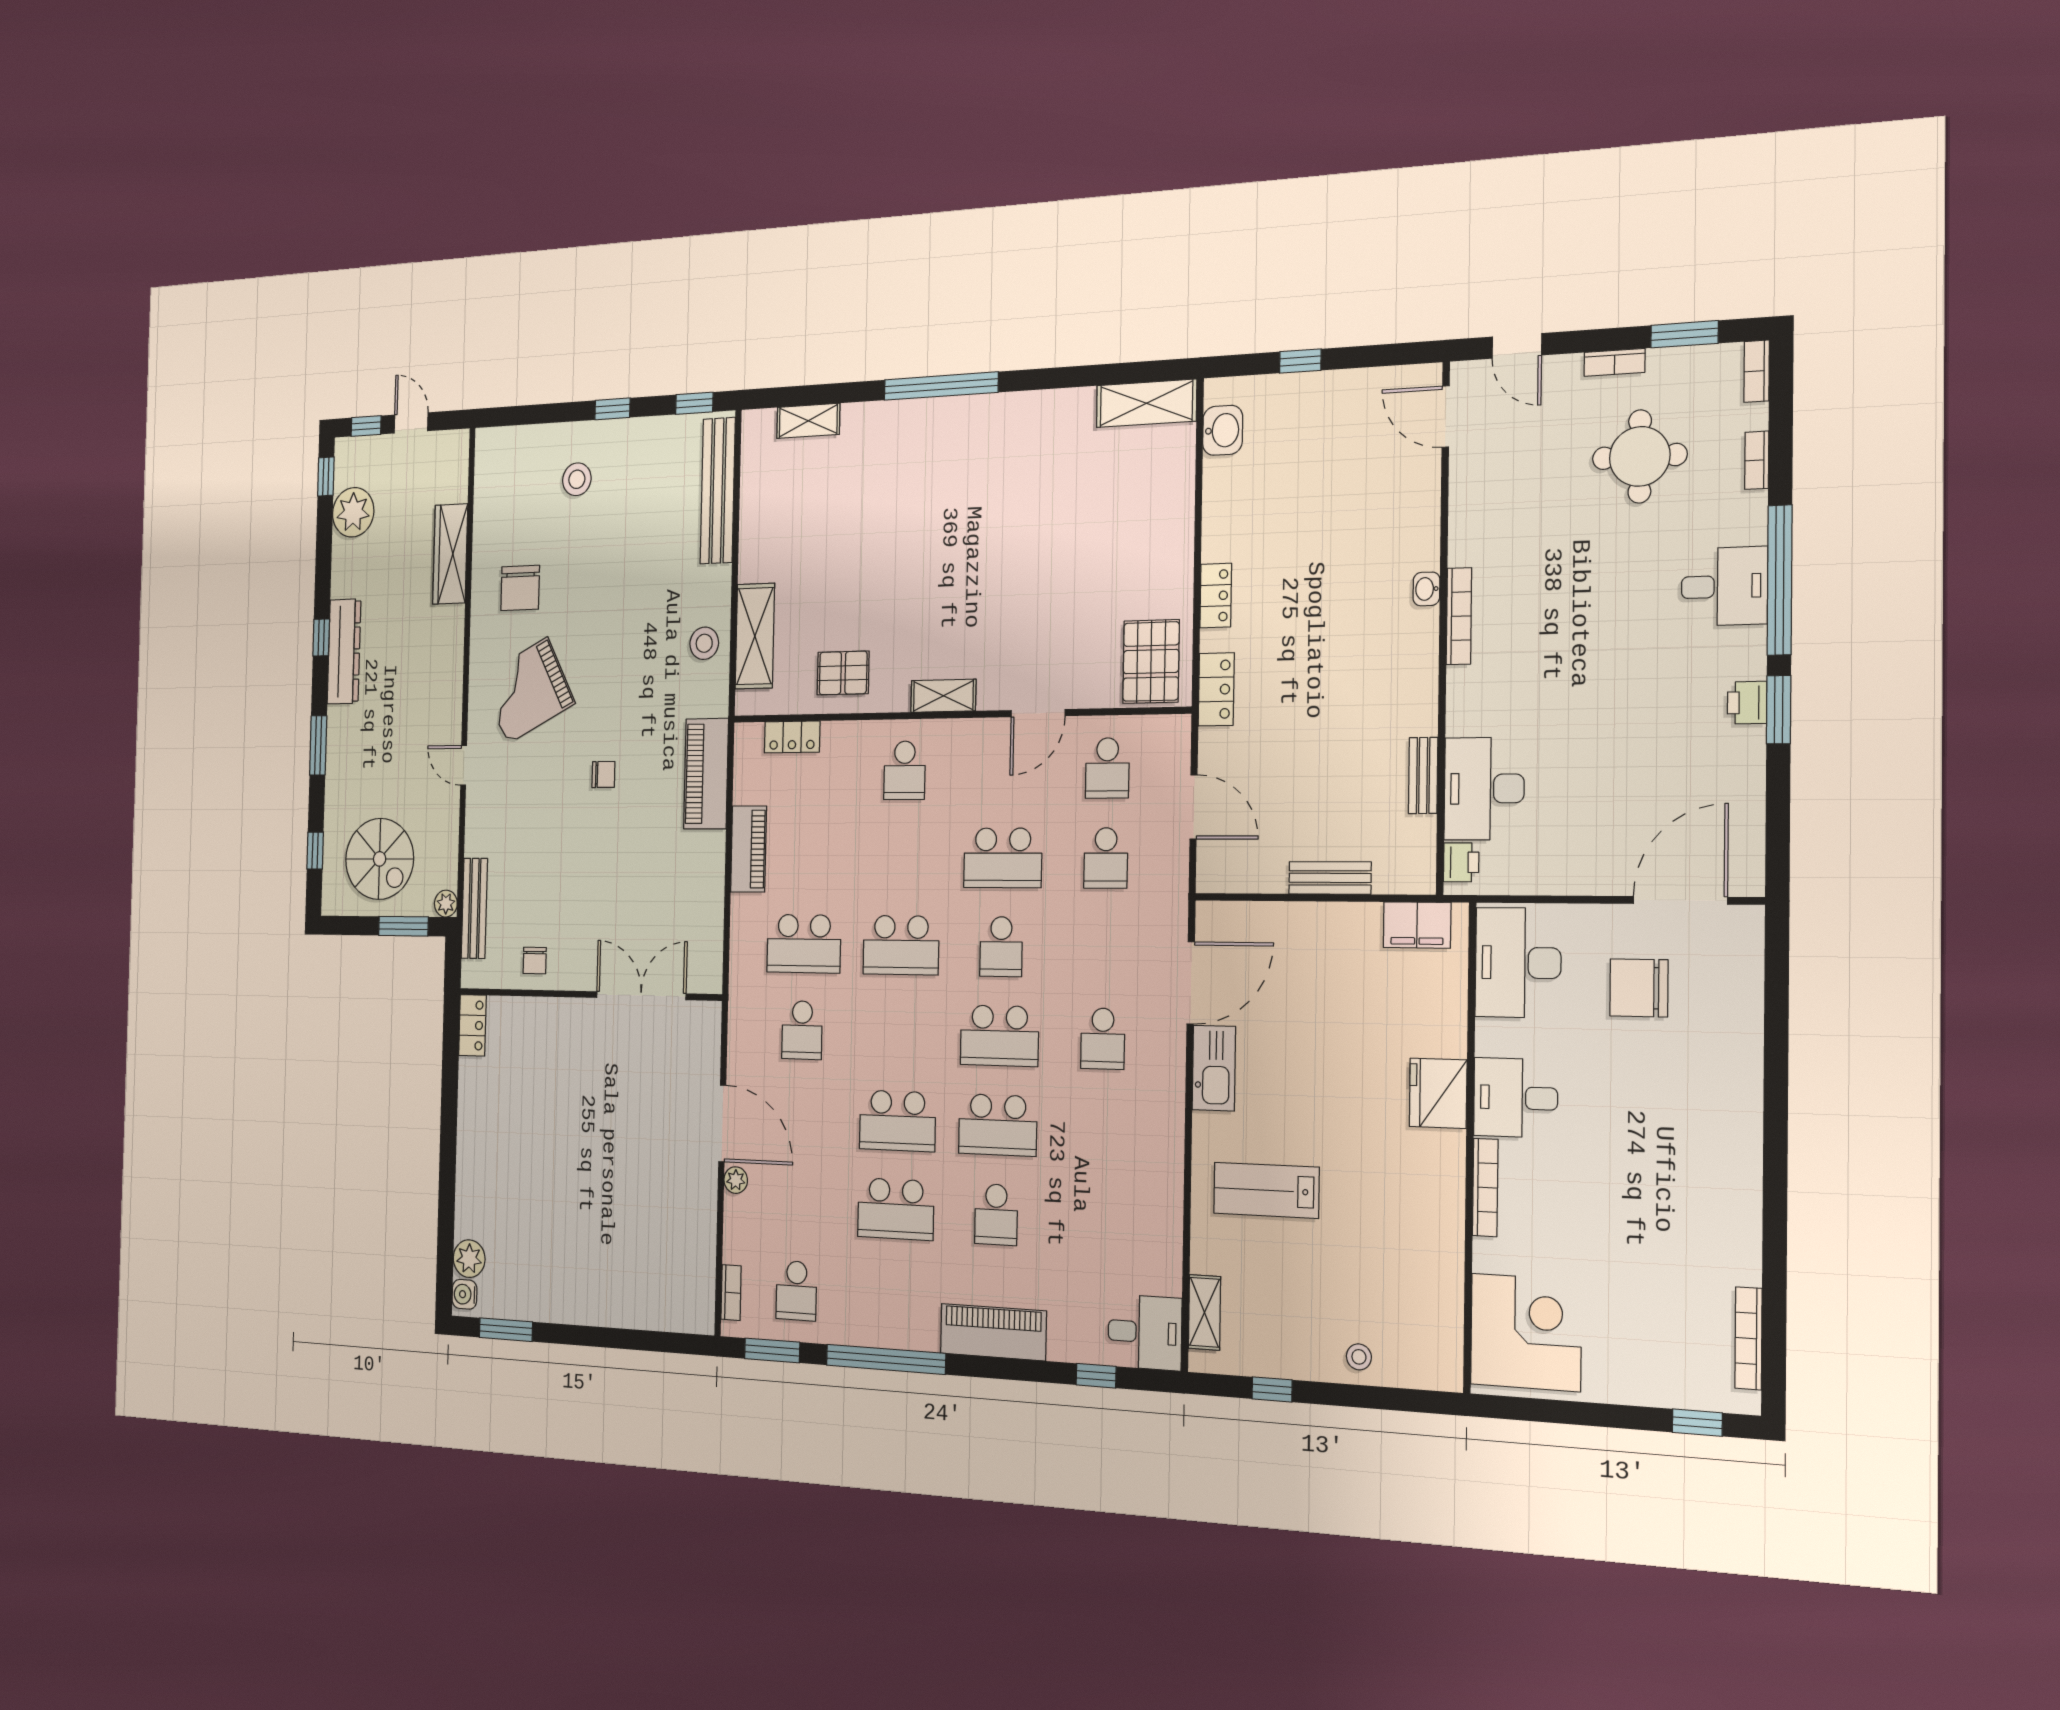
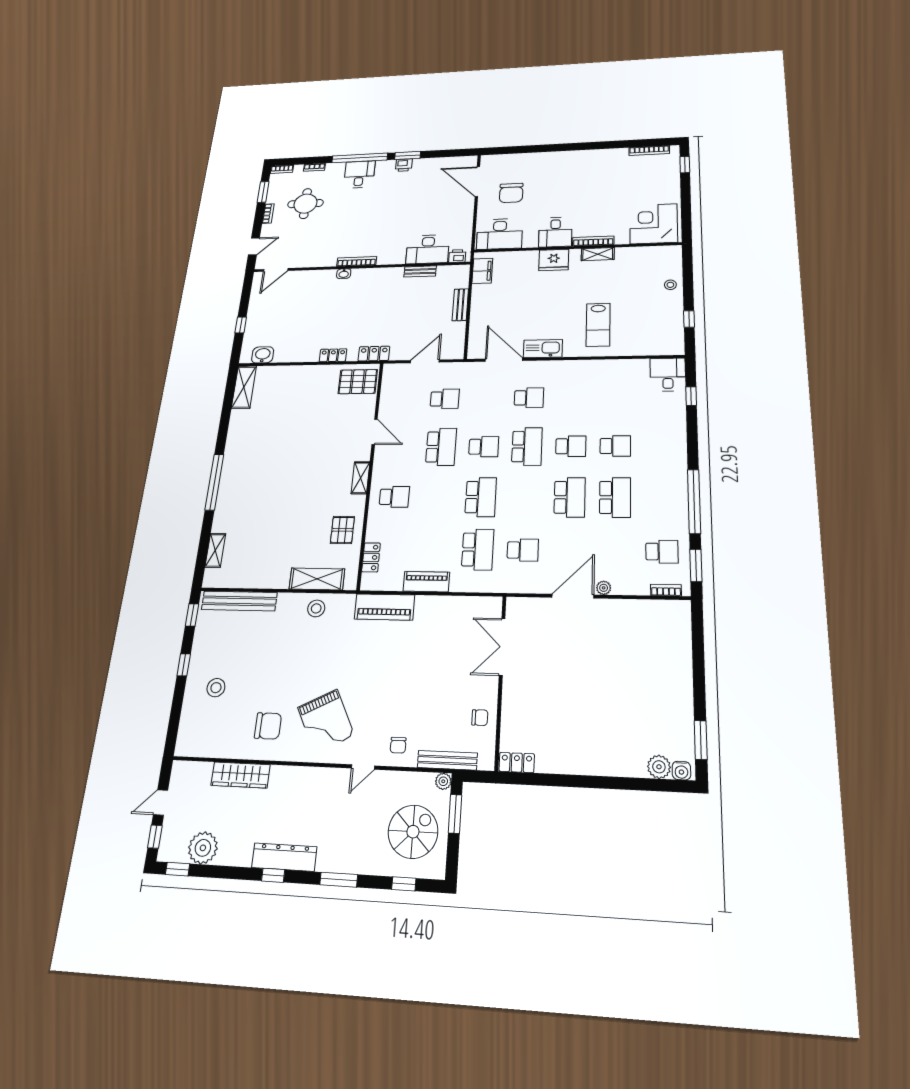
school desk: (1107, 768) -> (403, 399), removed
chair: (603, 774) -> (398, 745), moved, turned 180
school desk: (998, 1125) -> (571, 446), width x0.54
shelving: (1204, 1312) -> (598, 254), moved
piano: (993, 1332) -> (674, 446), removed

